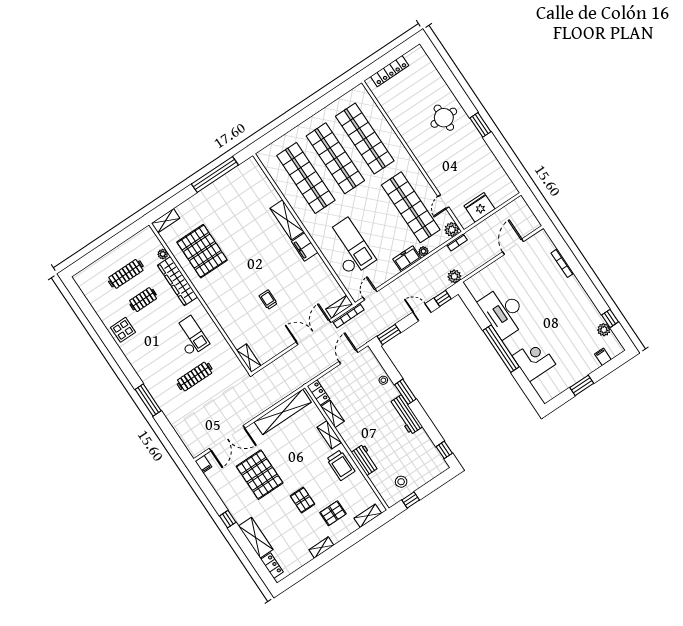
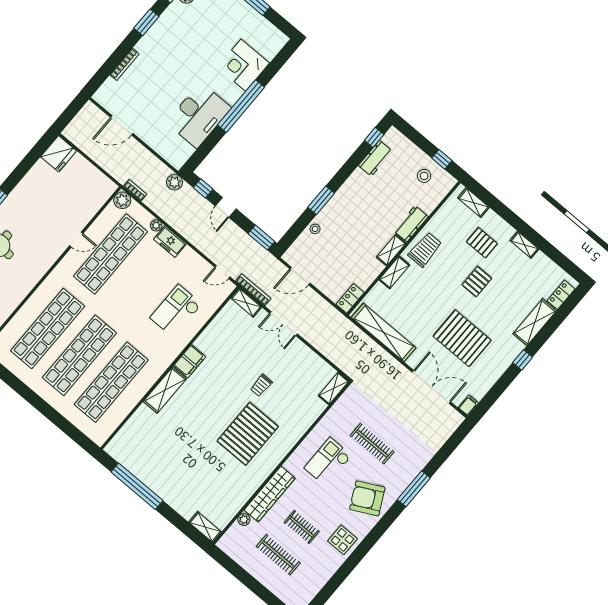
door: (443, 202) -> (76, 240), moved
fridge: (480, 207) -> (59, 154), moved, turned -90
checkout: (349, 247) -> (176, 311), width x0.73, depth x0.83
pallet: (202, 251) -> (248, 434), moved
window: (592, 291) -> (146, 22), added
double door: (313, 332) -> (283, 324), width x0.73
armchair: (151, 360) -> (367, 498), added
shelving: (332, 414) -> (391, 250), moved
workbench: (406, 415) -> (375, 158), moved, width x0.73
pallet: (260, 475) -> (462, 338), turned 90

